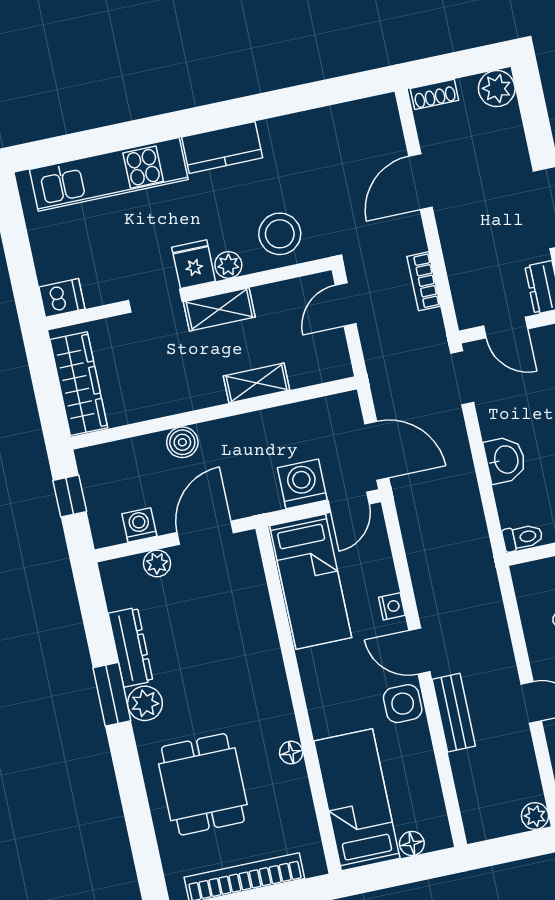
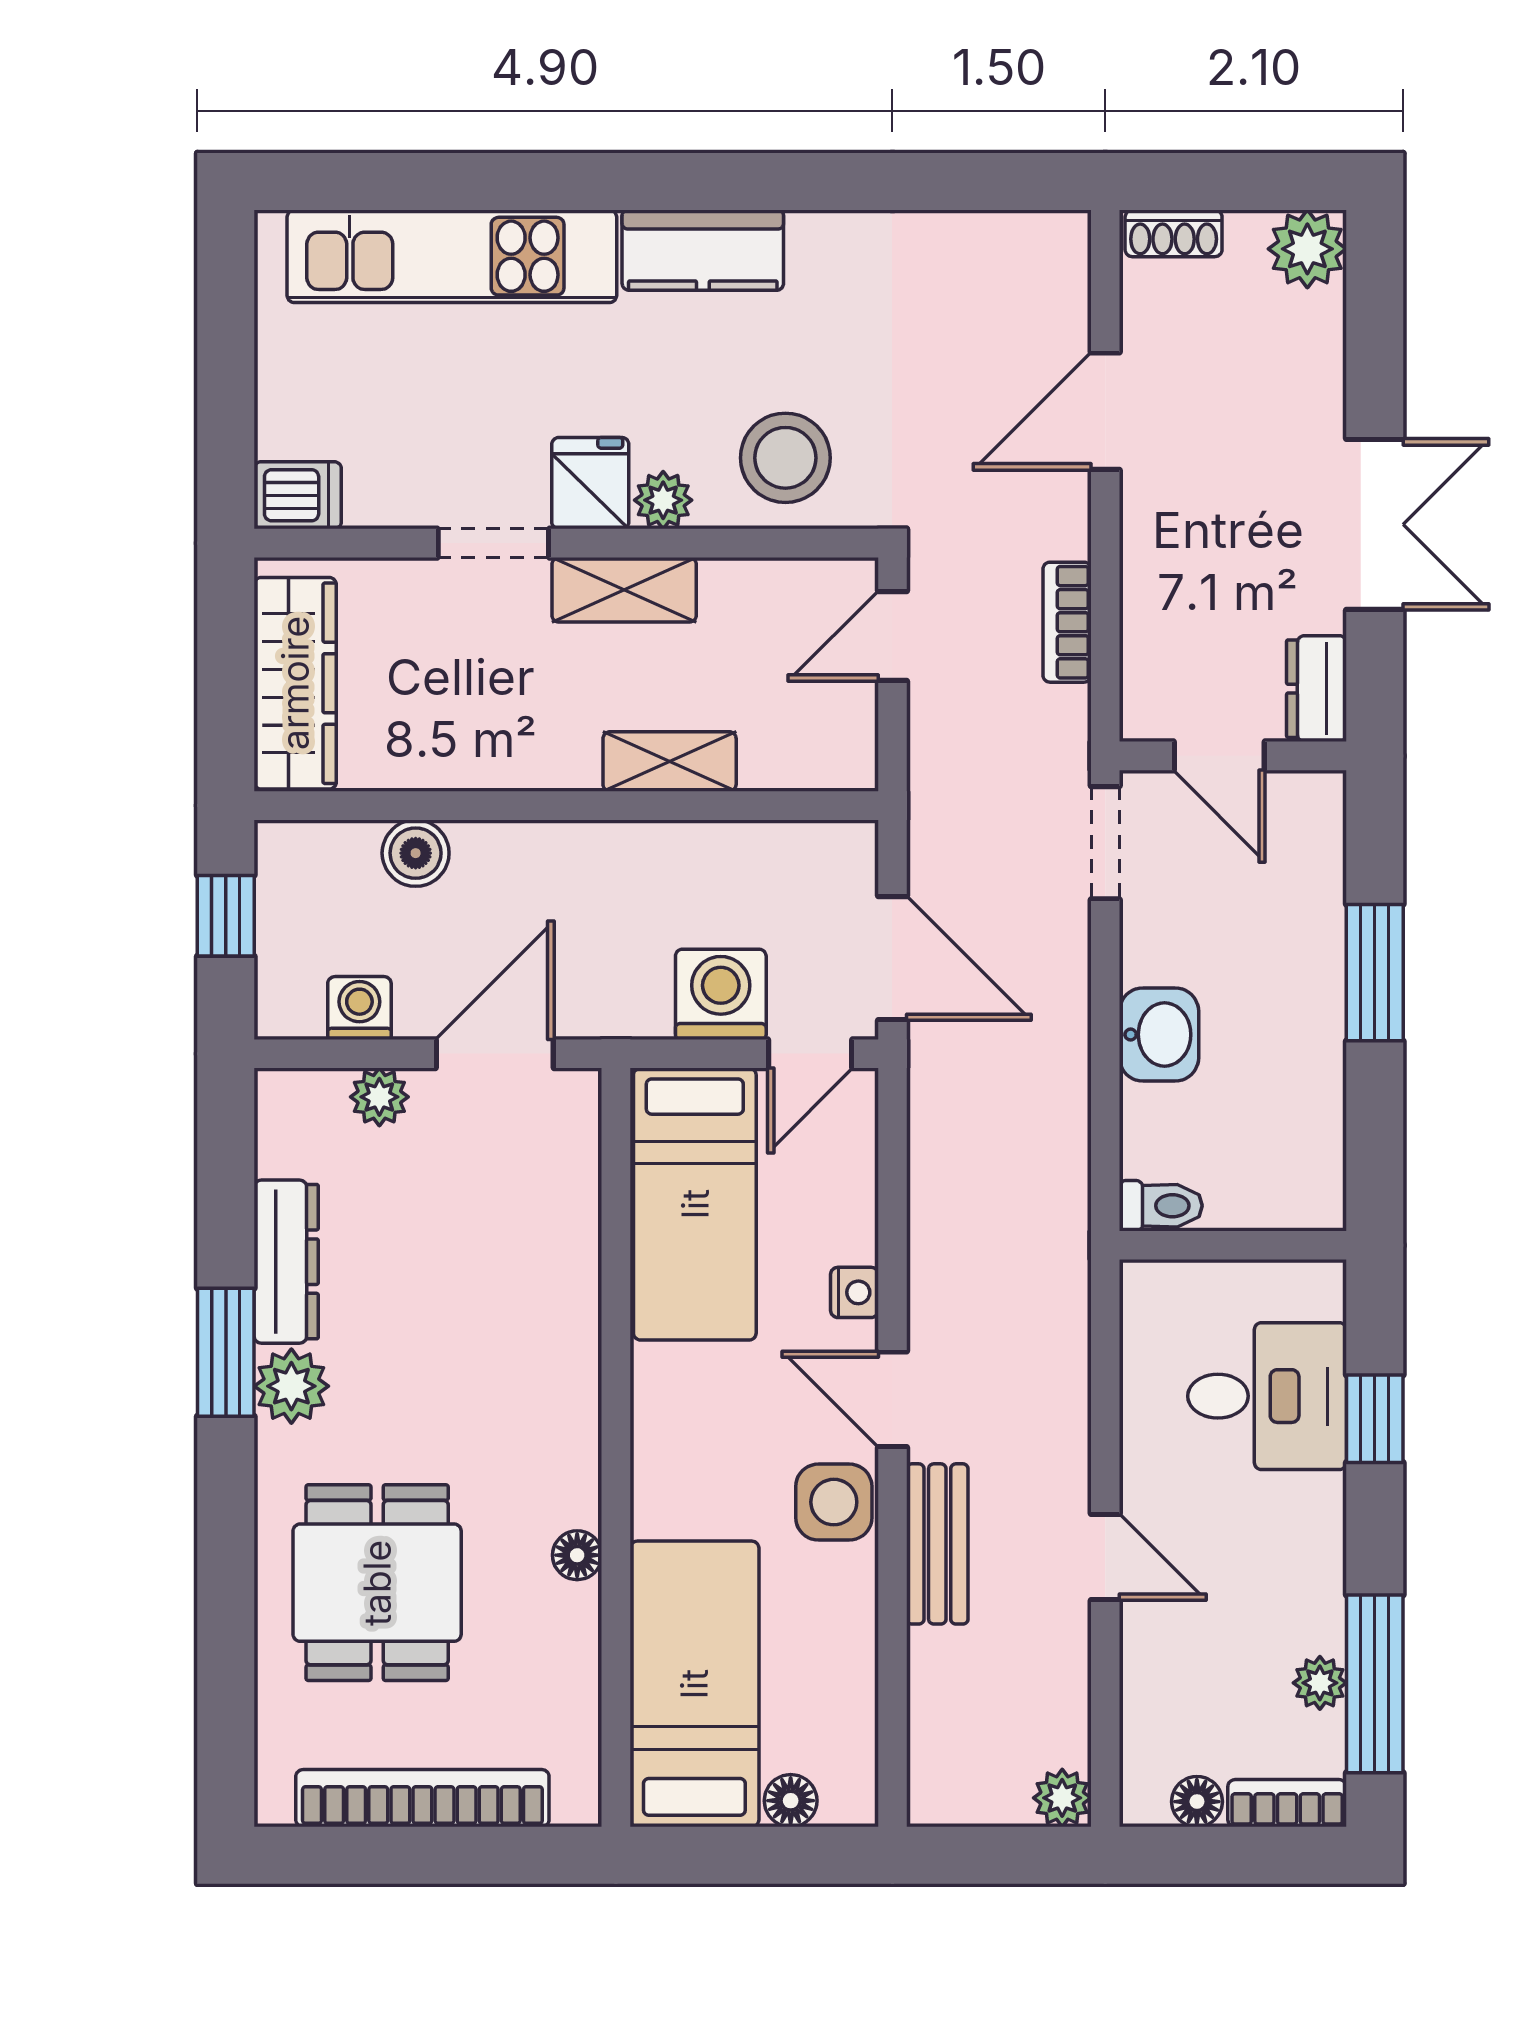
boiler: (182, 442) -> (416, 853), moved

